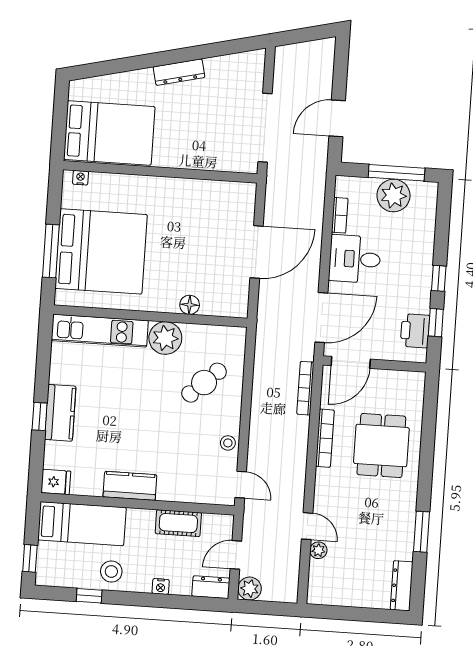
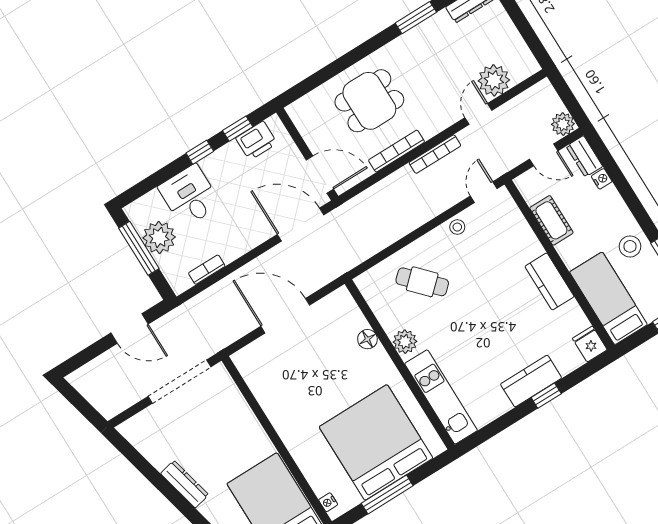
window: (51, 251) -> (387, 495), moved
desk: (355, 259) -> (190, 196), moved, turned 180
plant: (165, 338) -> (405, 342), width x0.73, depth x0.73
bookcase: (305, 388) -> (435, 154), moved
plant: (318, 550) -> (494, 80), width x1.87, depth x1.87
nightstand: (161, 586) -> (602, 179), moved

